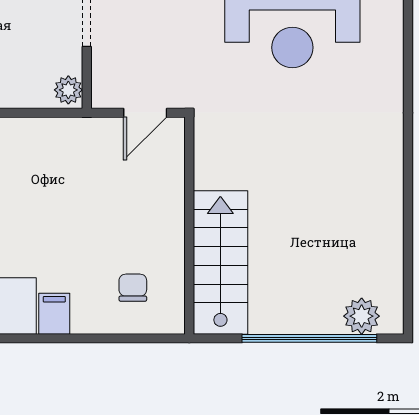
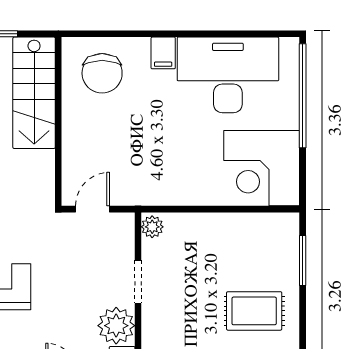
chair: (133, 288) -> (102, 73), width x1.87, depth x1.87

